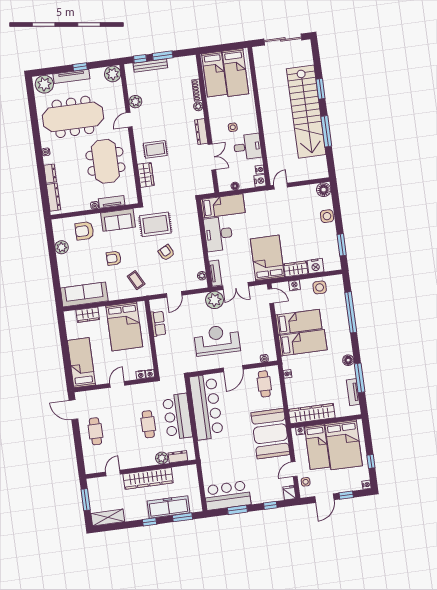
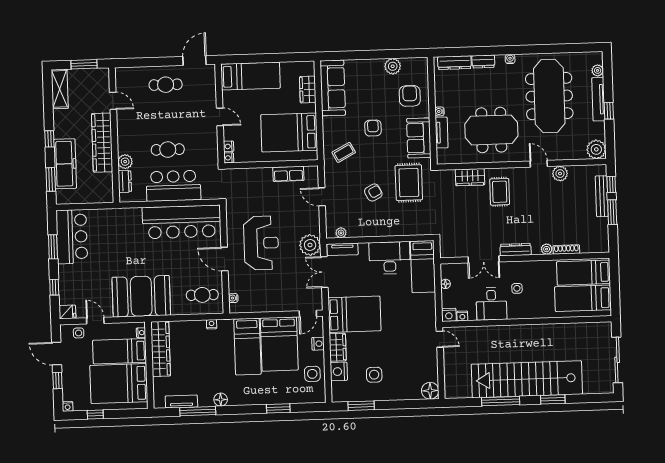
plant: (44, 84) -> (598, 70), width x0.53, depth x0.53
side table: (327, 216) -> (374, 375), moved
window: (351, 312) -> (278, 408), width x0.47
bed: (299, 322) -> (279, 344), width x1.50

